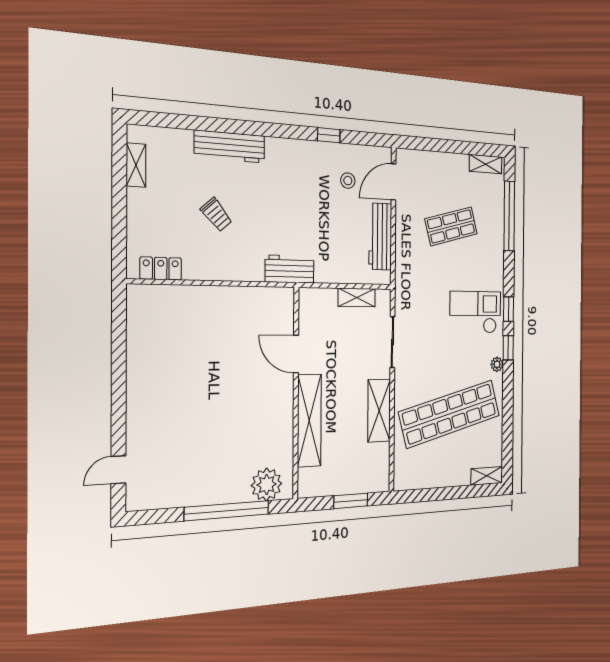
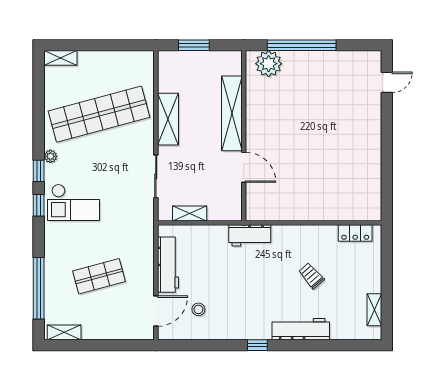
window: (329, 135) -> (257, 345), moved

